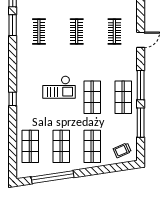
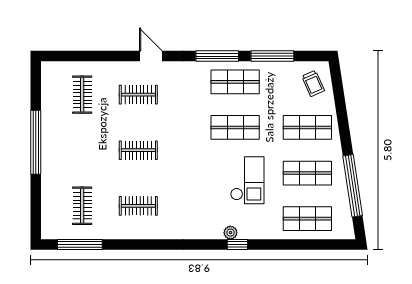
window: (13, 25) -> (129, 244), removed
checkout: (59, 87) -> (247, 180), moved
plant: (21, 94) -> (230, 233), added

